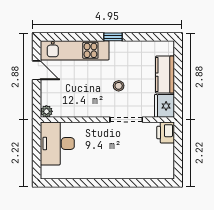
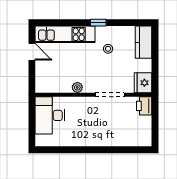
kitchen counter: (165, 75) -> (144, 42), moved
stool: (119, 86) -> (108, 49), moved
plant: (46, 111) -> (77, 87), moved

